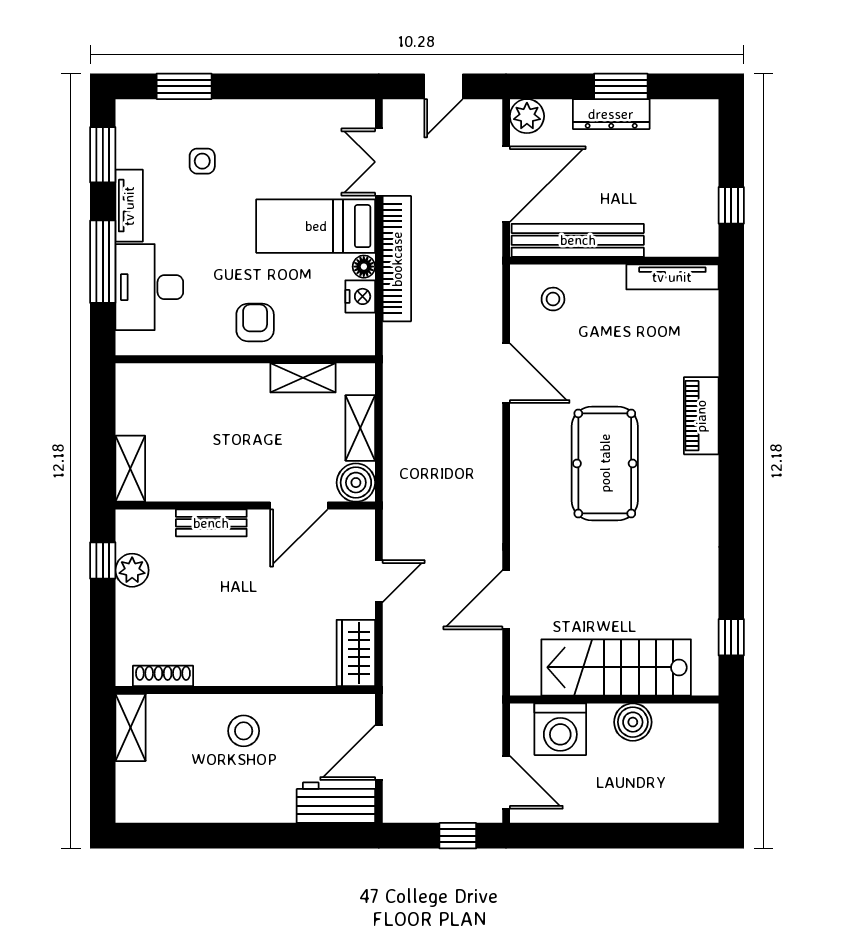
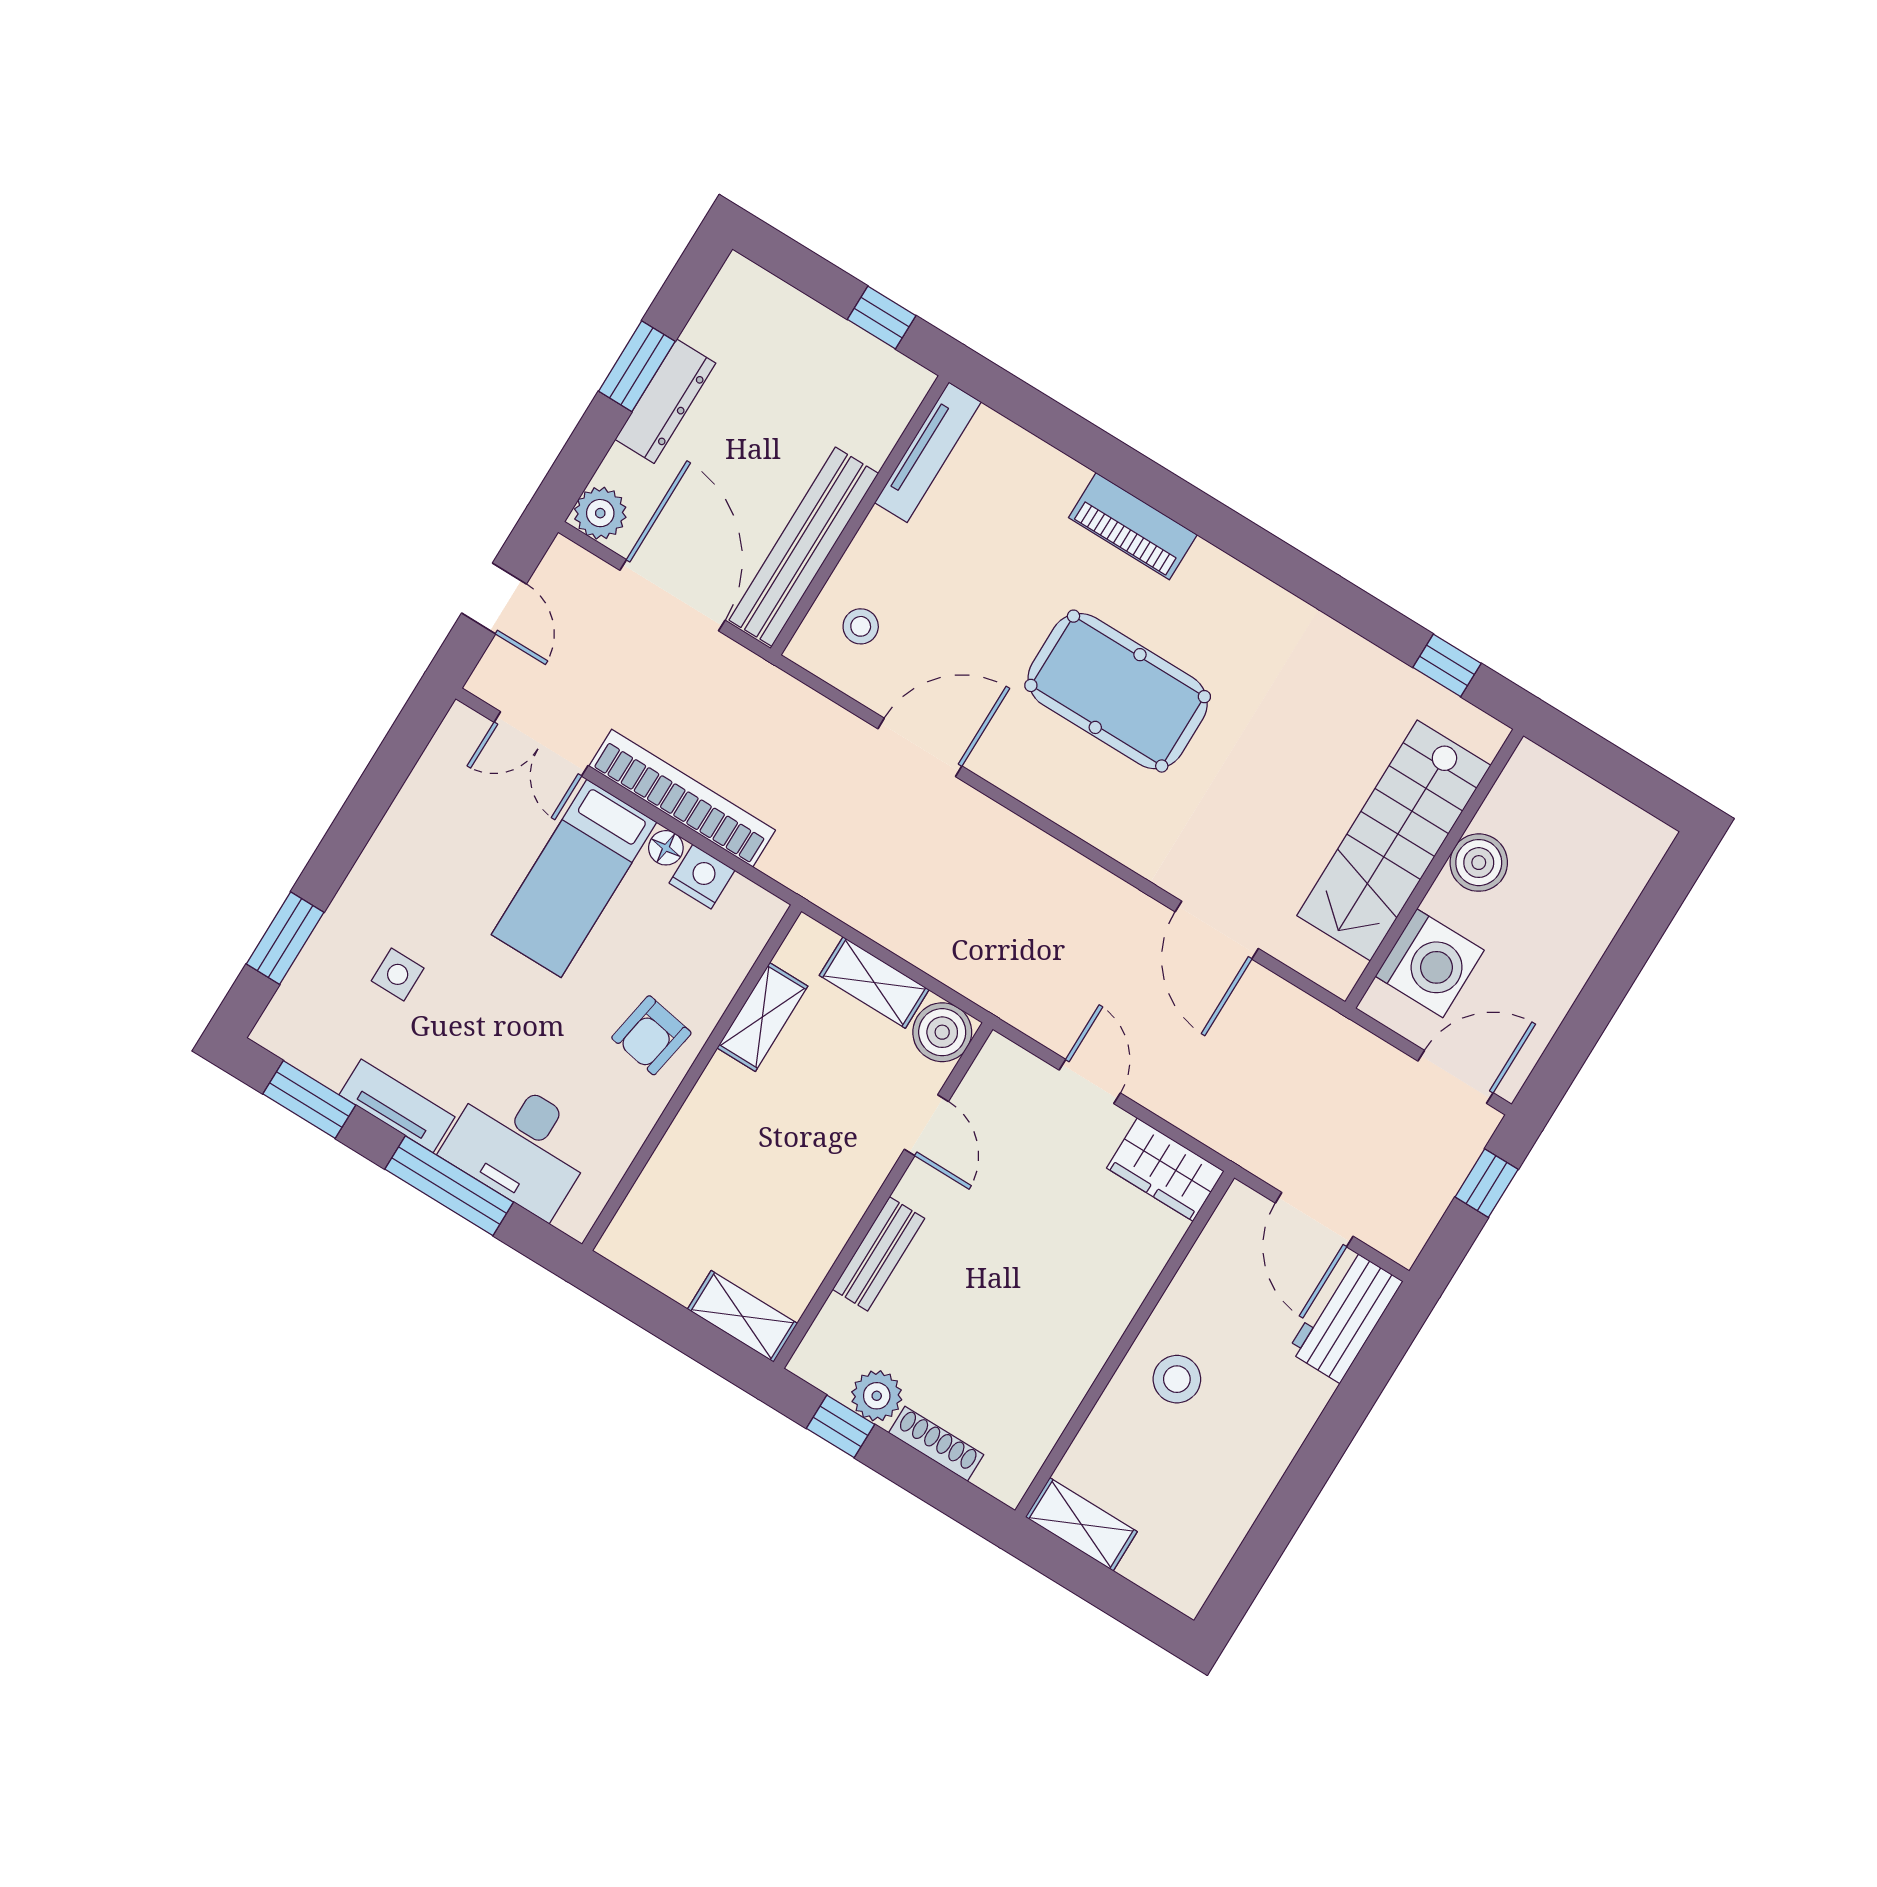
armchair: (255, 322) -> (651, 1035), turned -80
door: (299, 506) -> (926, 1125), width x0.73
shoe rack: (163, 676) -> (936, 1444), moved, turned 90

